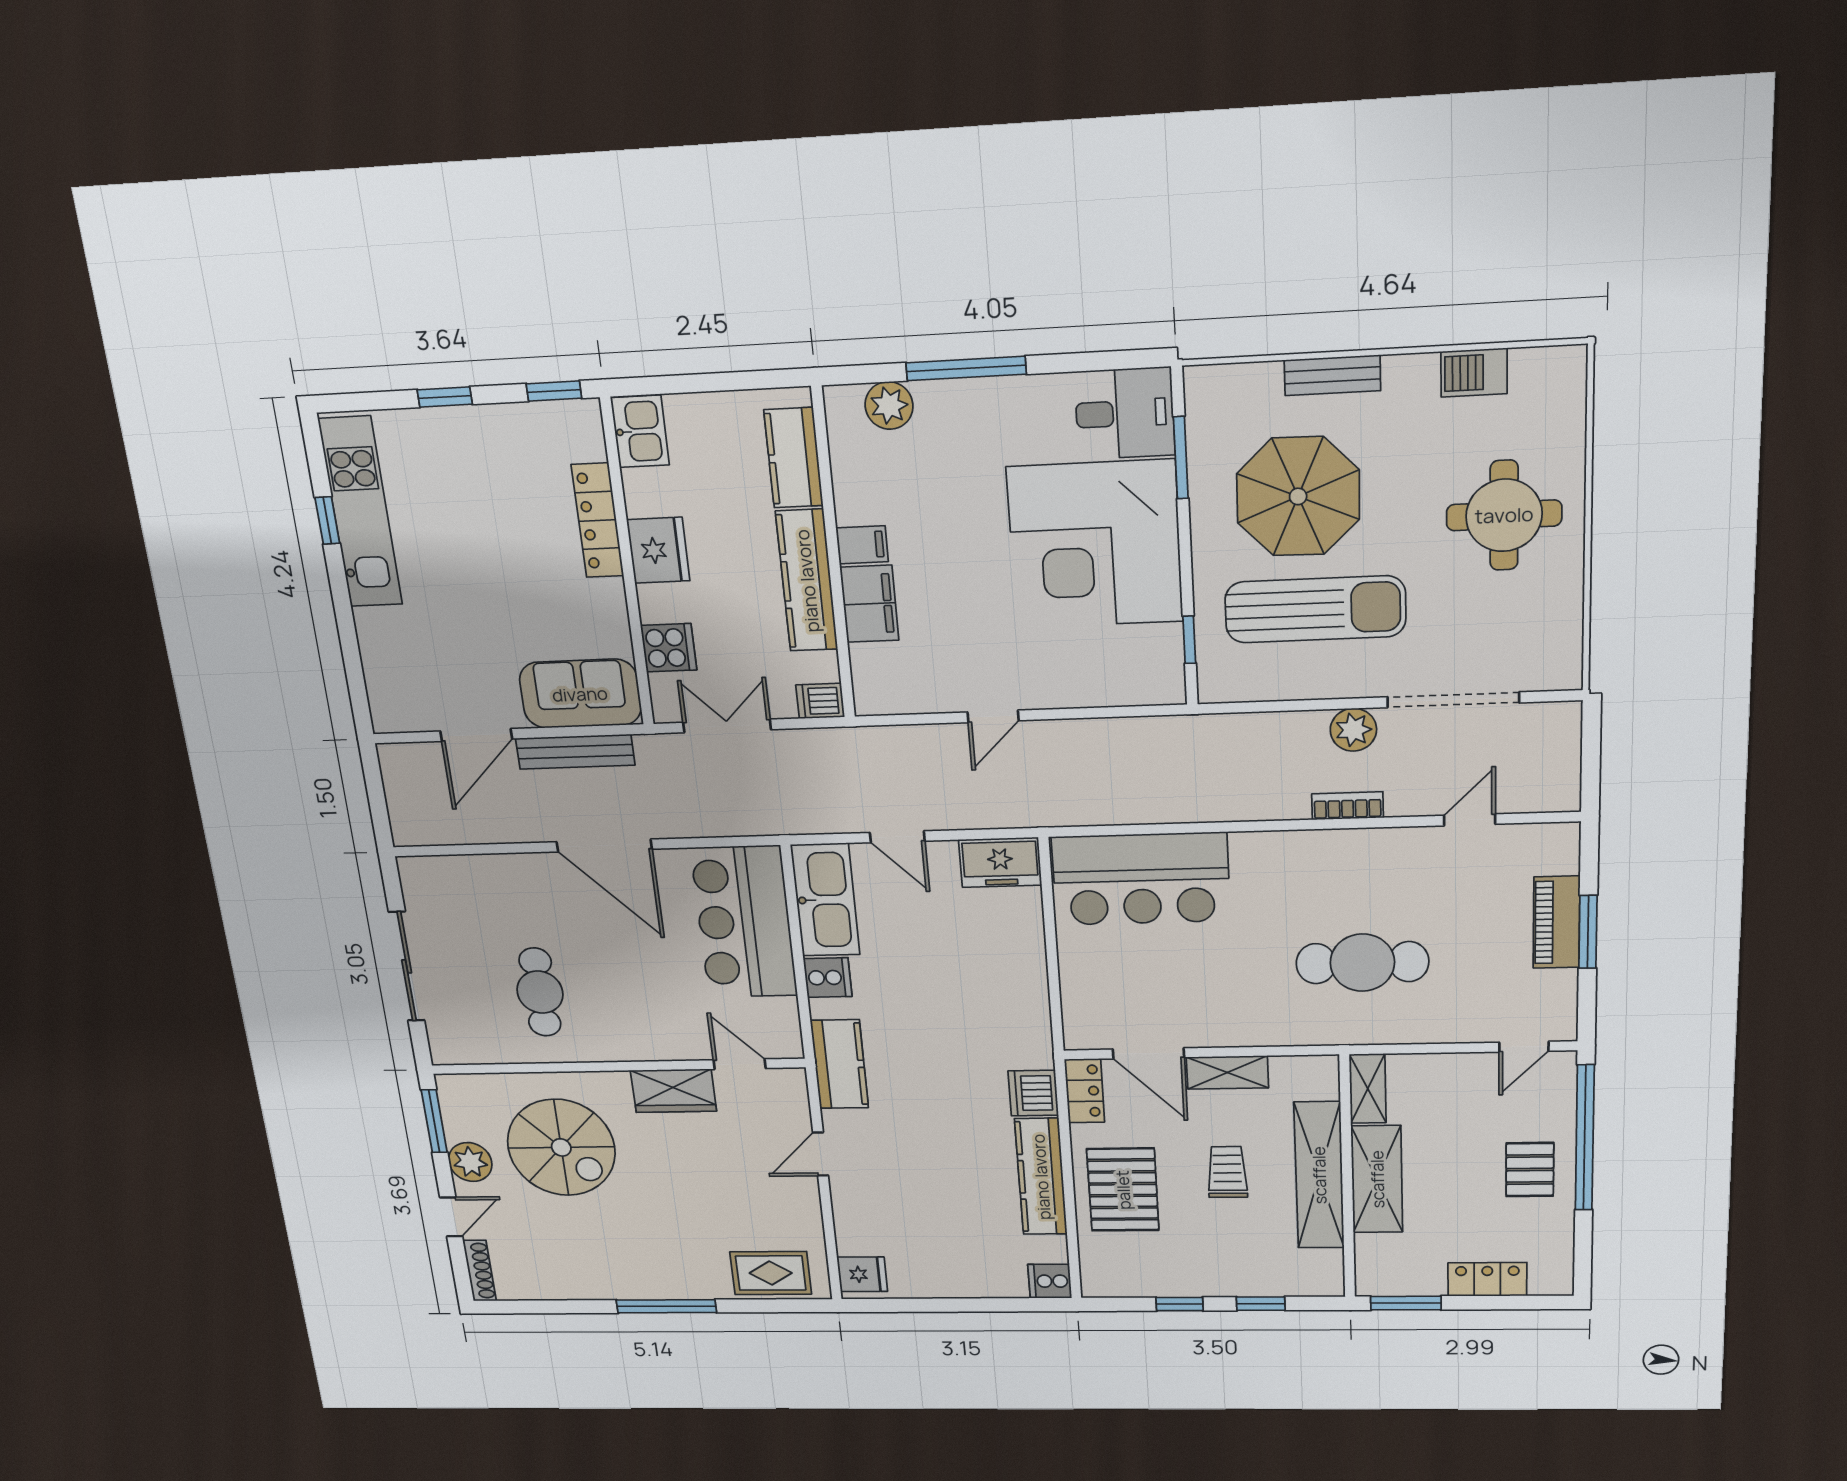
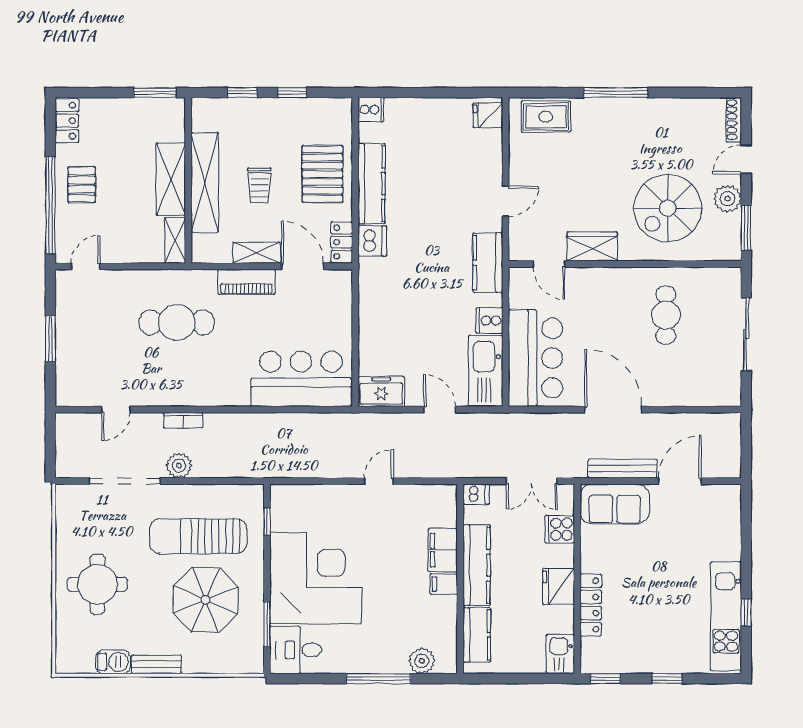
bench: (1332, 375) -> (157, 664), moved
piano: (1556, 922) -> (246, 282), moved, turned 90
spiral stairs: (561, 1147) -> (668, 208), turned -90
locker: (1487, 1279) -> (67, 121), moved, turned -90

